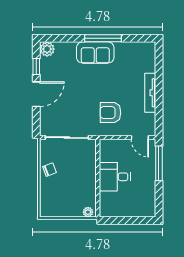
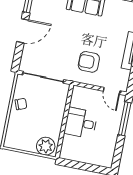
plant: (88, 212) -> (46, 146), width x1.88, depth x1.88

